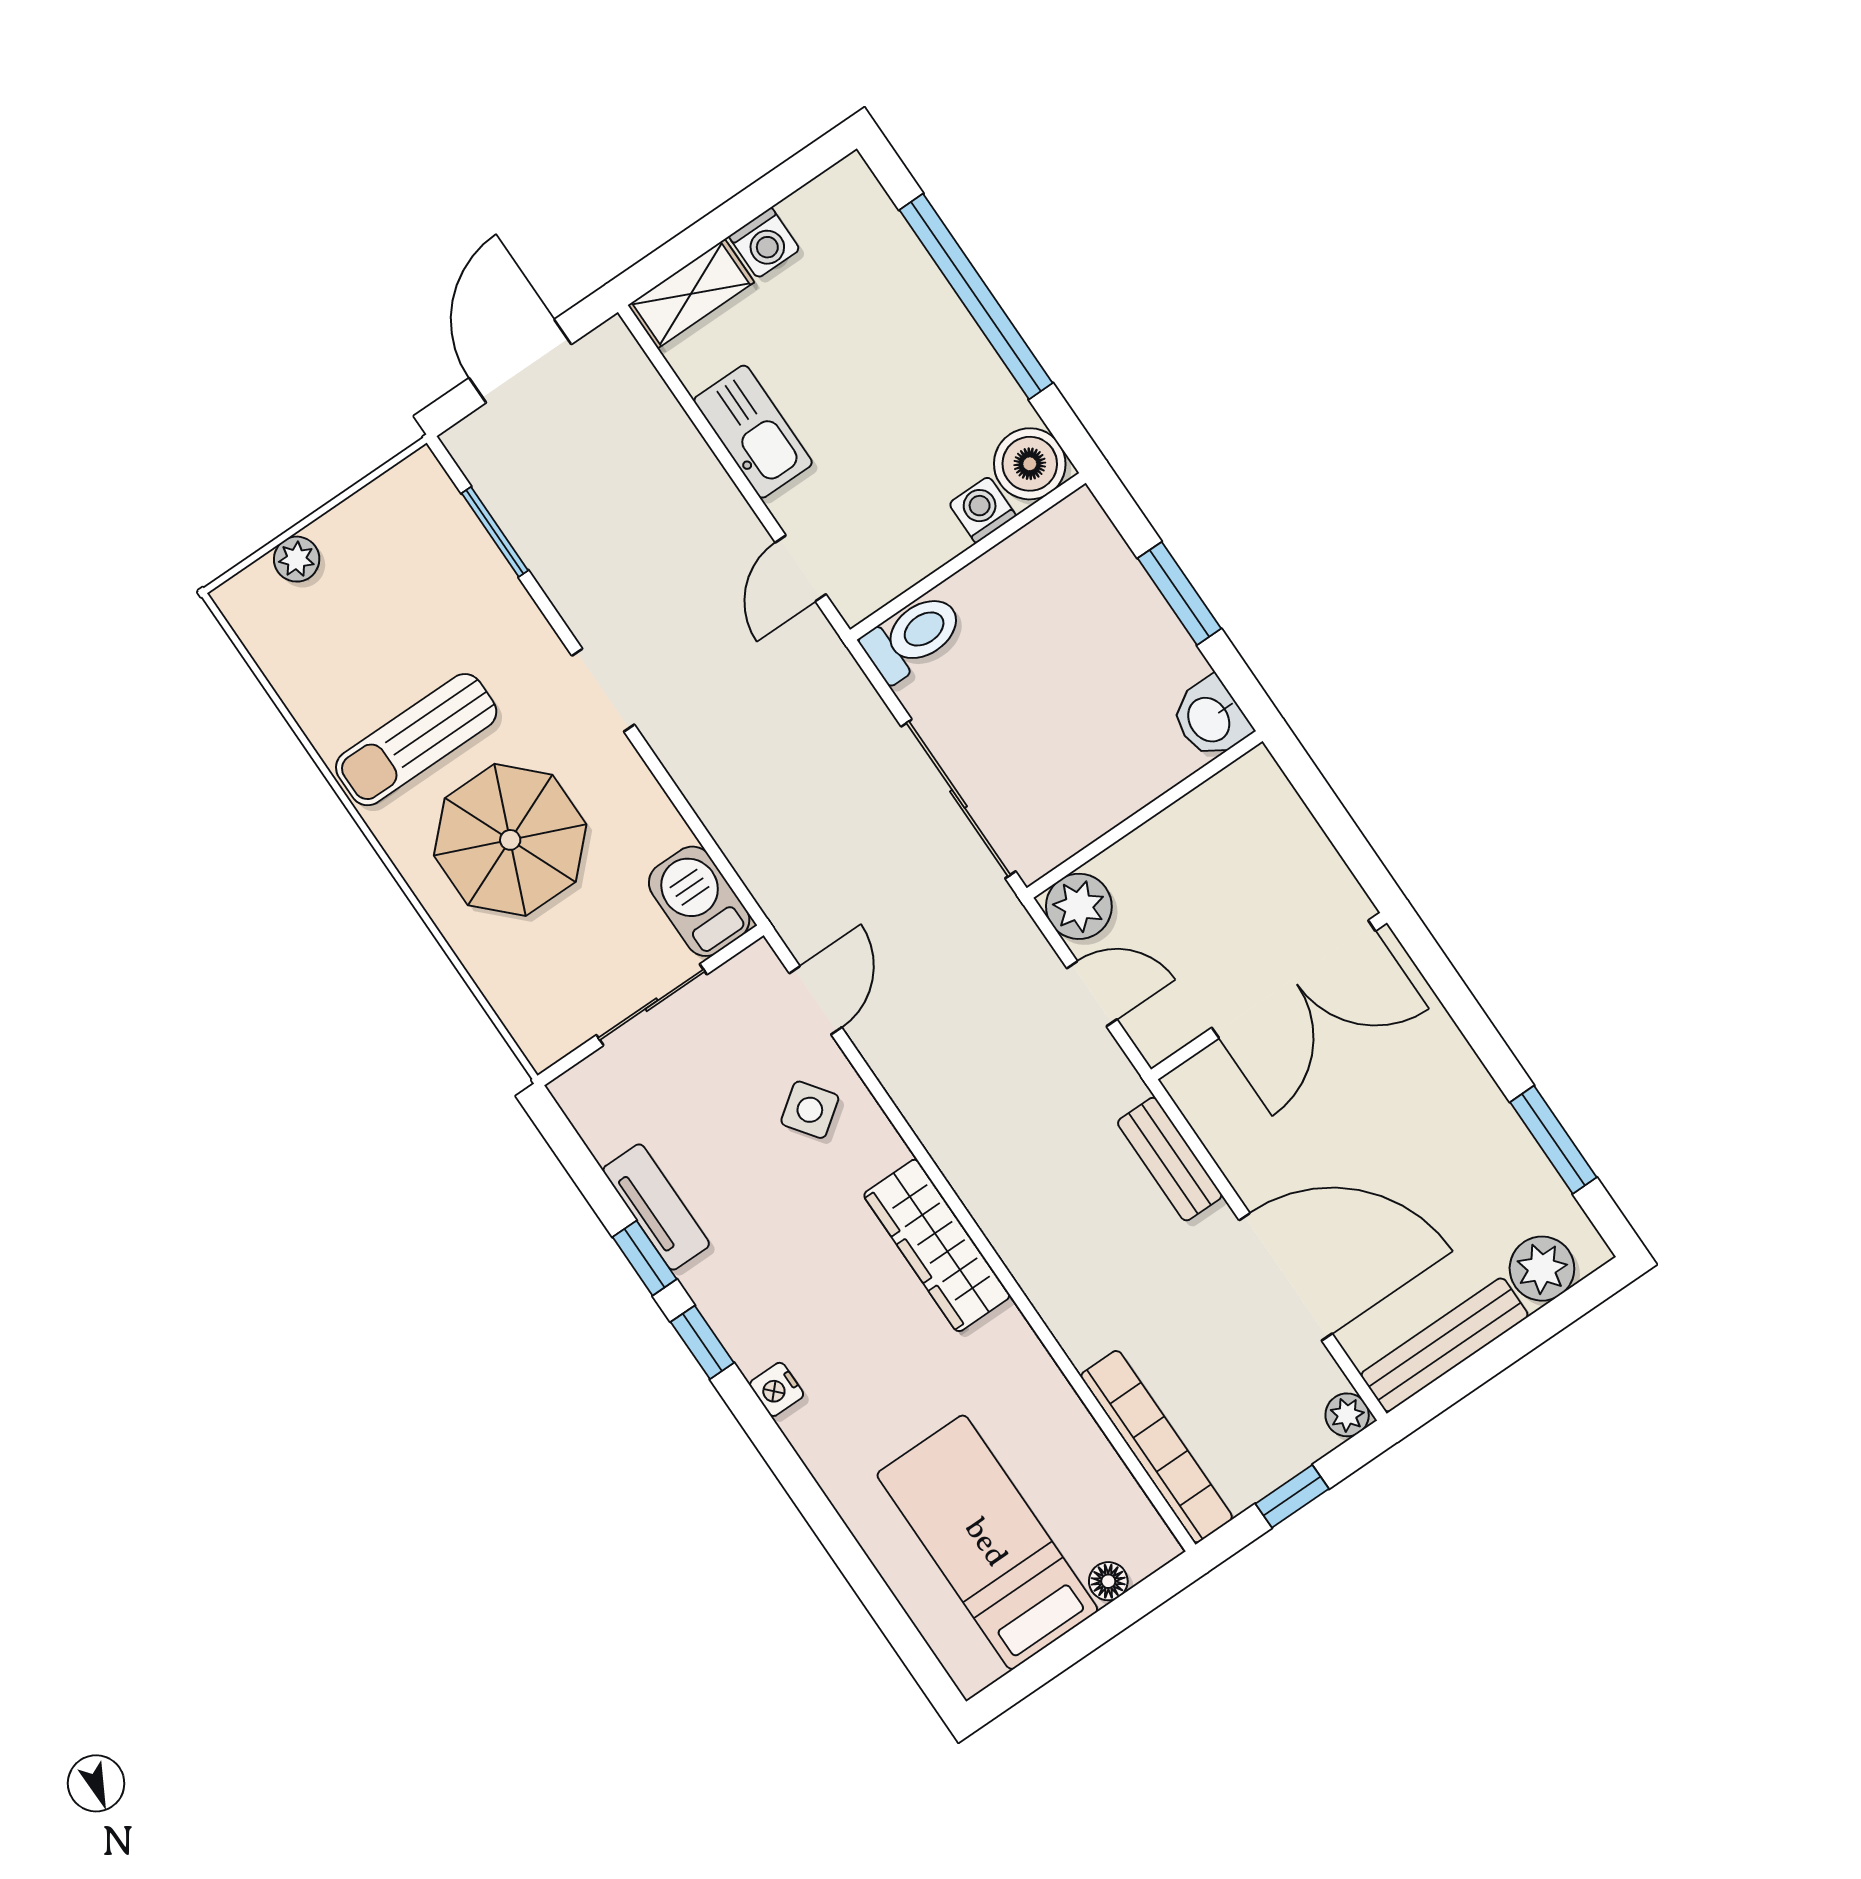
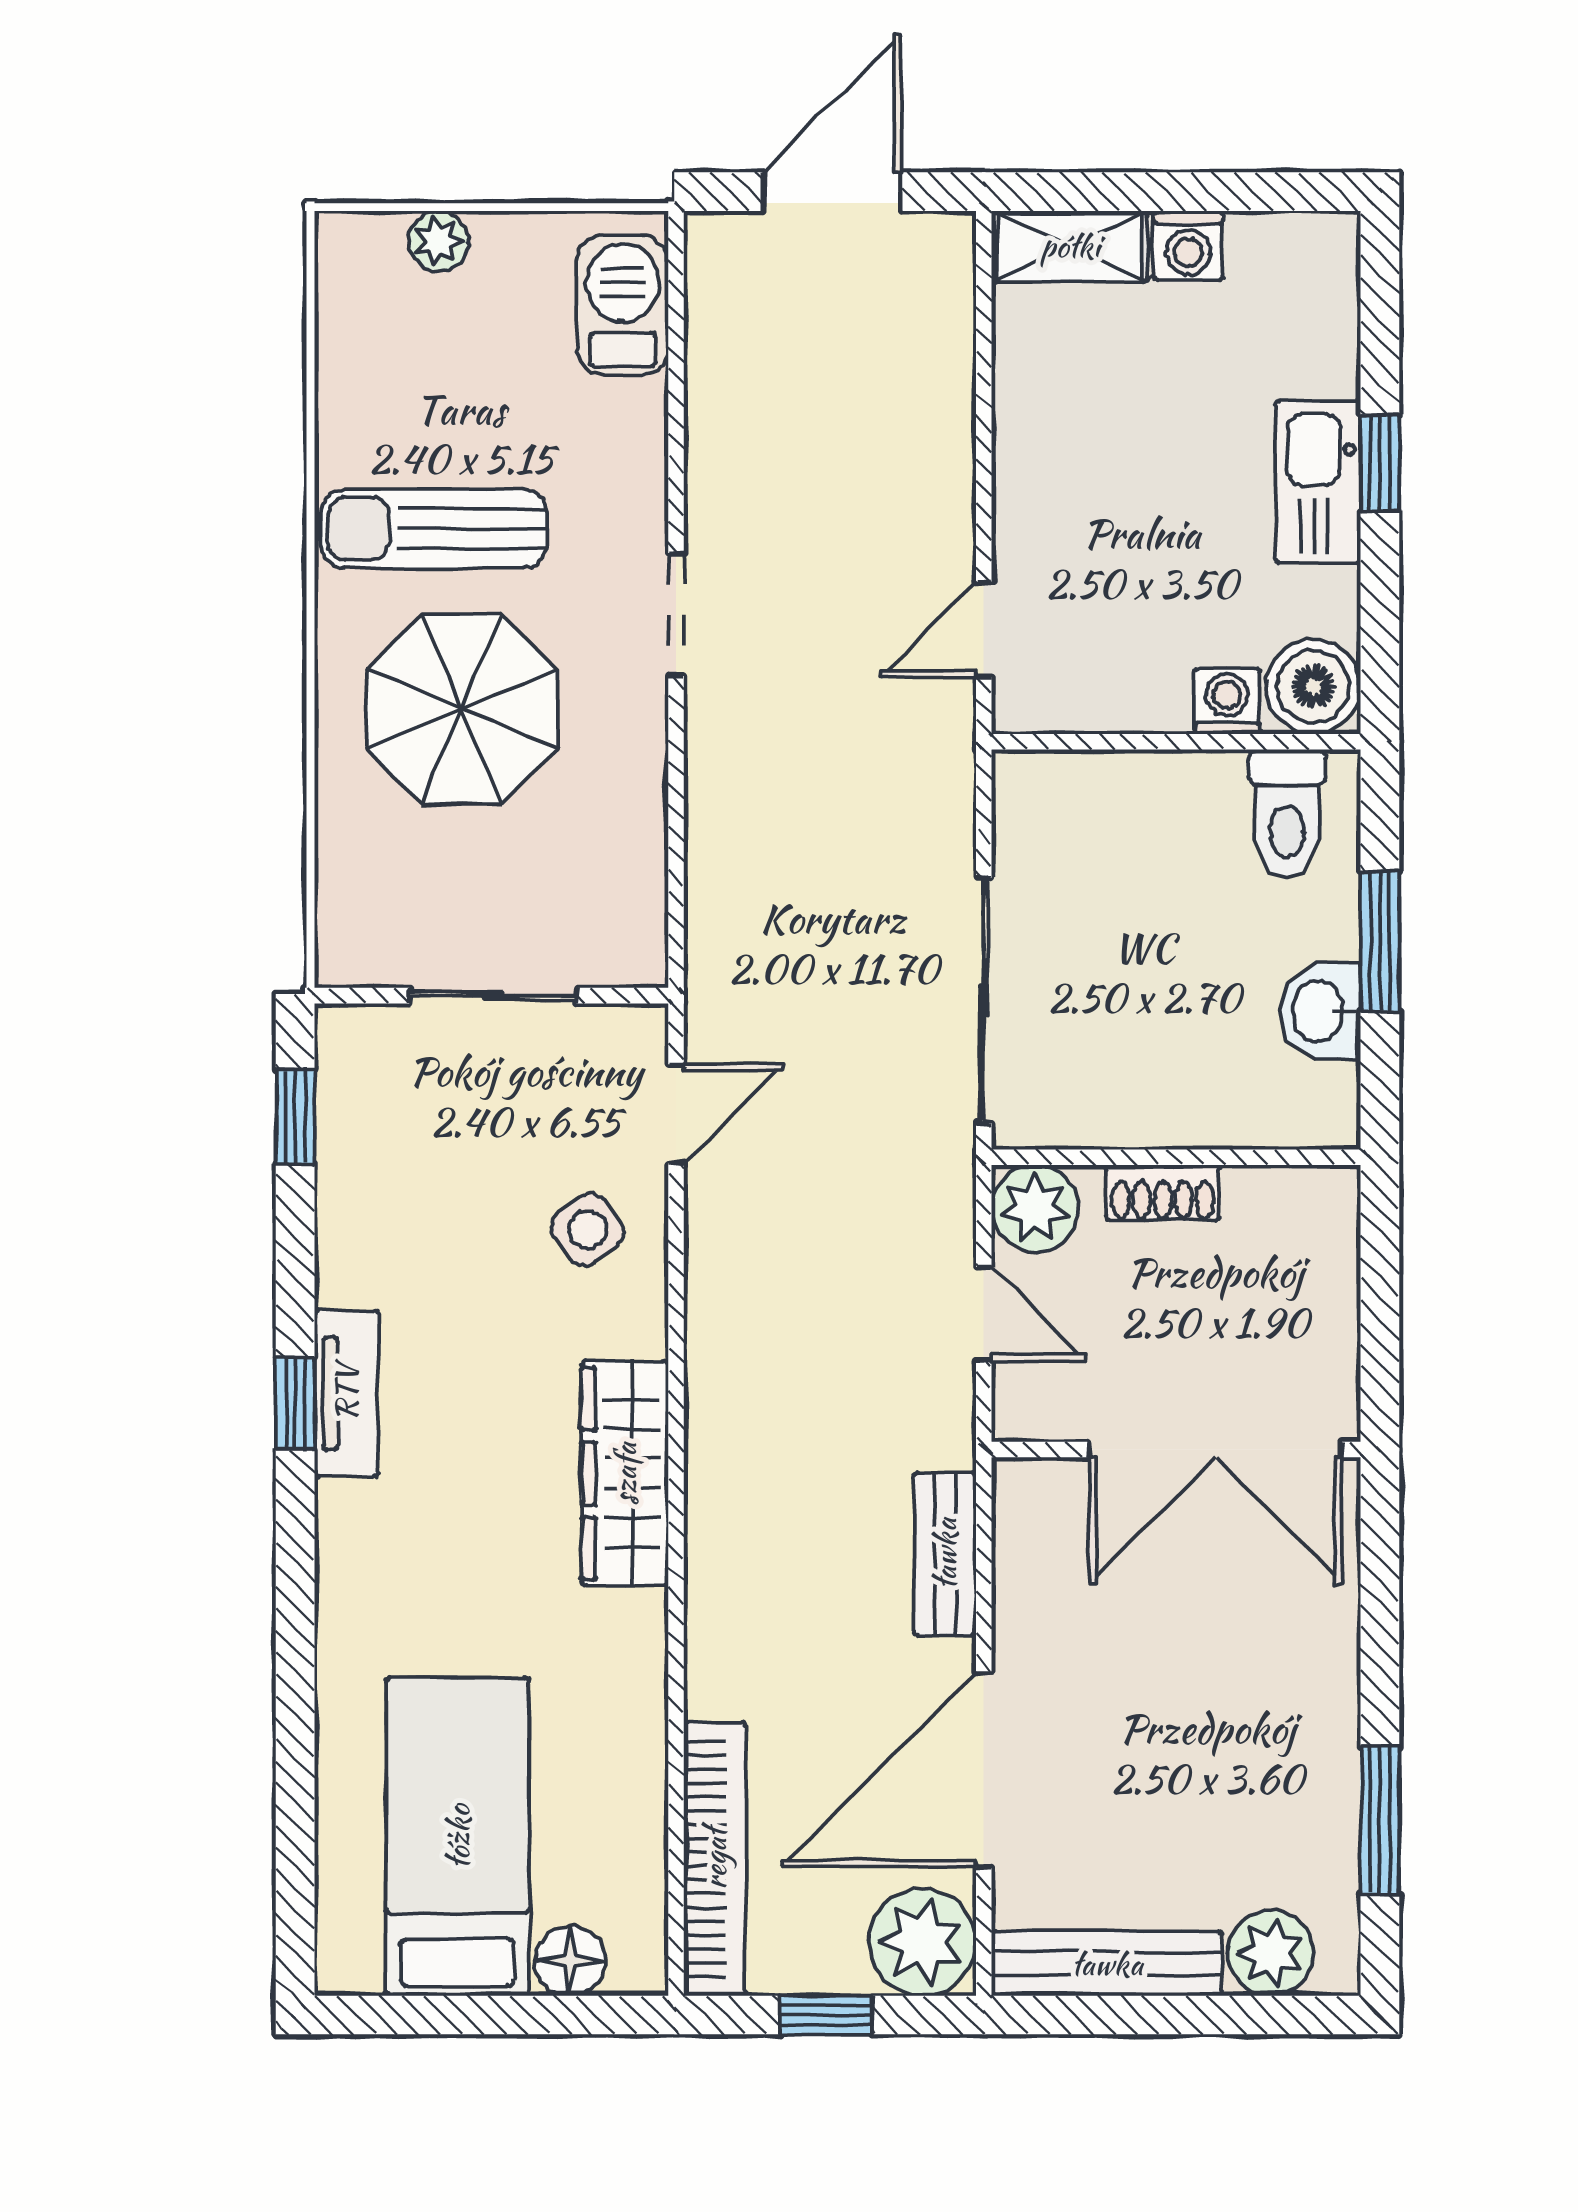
window: (976, 297) -> (1380, 463), width x0.32
kitchen sink: (753, 432) -> (1318, 482), moved, turned 180
window: (495, 532) -> (676, 360), removed
toilet: (913, 637) -> (1287, 814), moved, turned 90
washbasin: (1210, 719) -> (1320, 1011), moved
shoe rack: (1151, 842) -> (1163, 1193), added
barbecue: (699, 901) -> (623, 305), moved
tv unit: (656, 1207) -> (346, 1393), moved
window: (645, 1258) -> (295, 1116), moved
door: (1286, 1277) -> (984, 1770), swing flipped
nightstand: (777, 1389) -> (341, 1511), removed
plant: (1347, 1415) -> (922, 1942), width x1.87, depth x1.87
floor lamp: (1108, 1581) -> (570, 1961), width x1.37, depth x1.37

